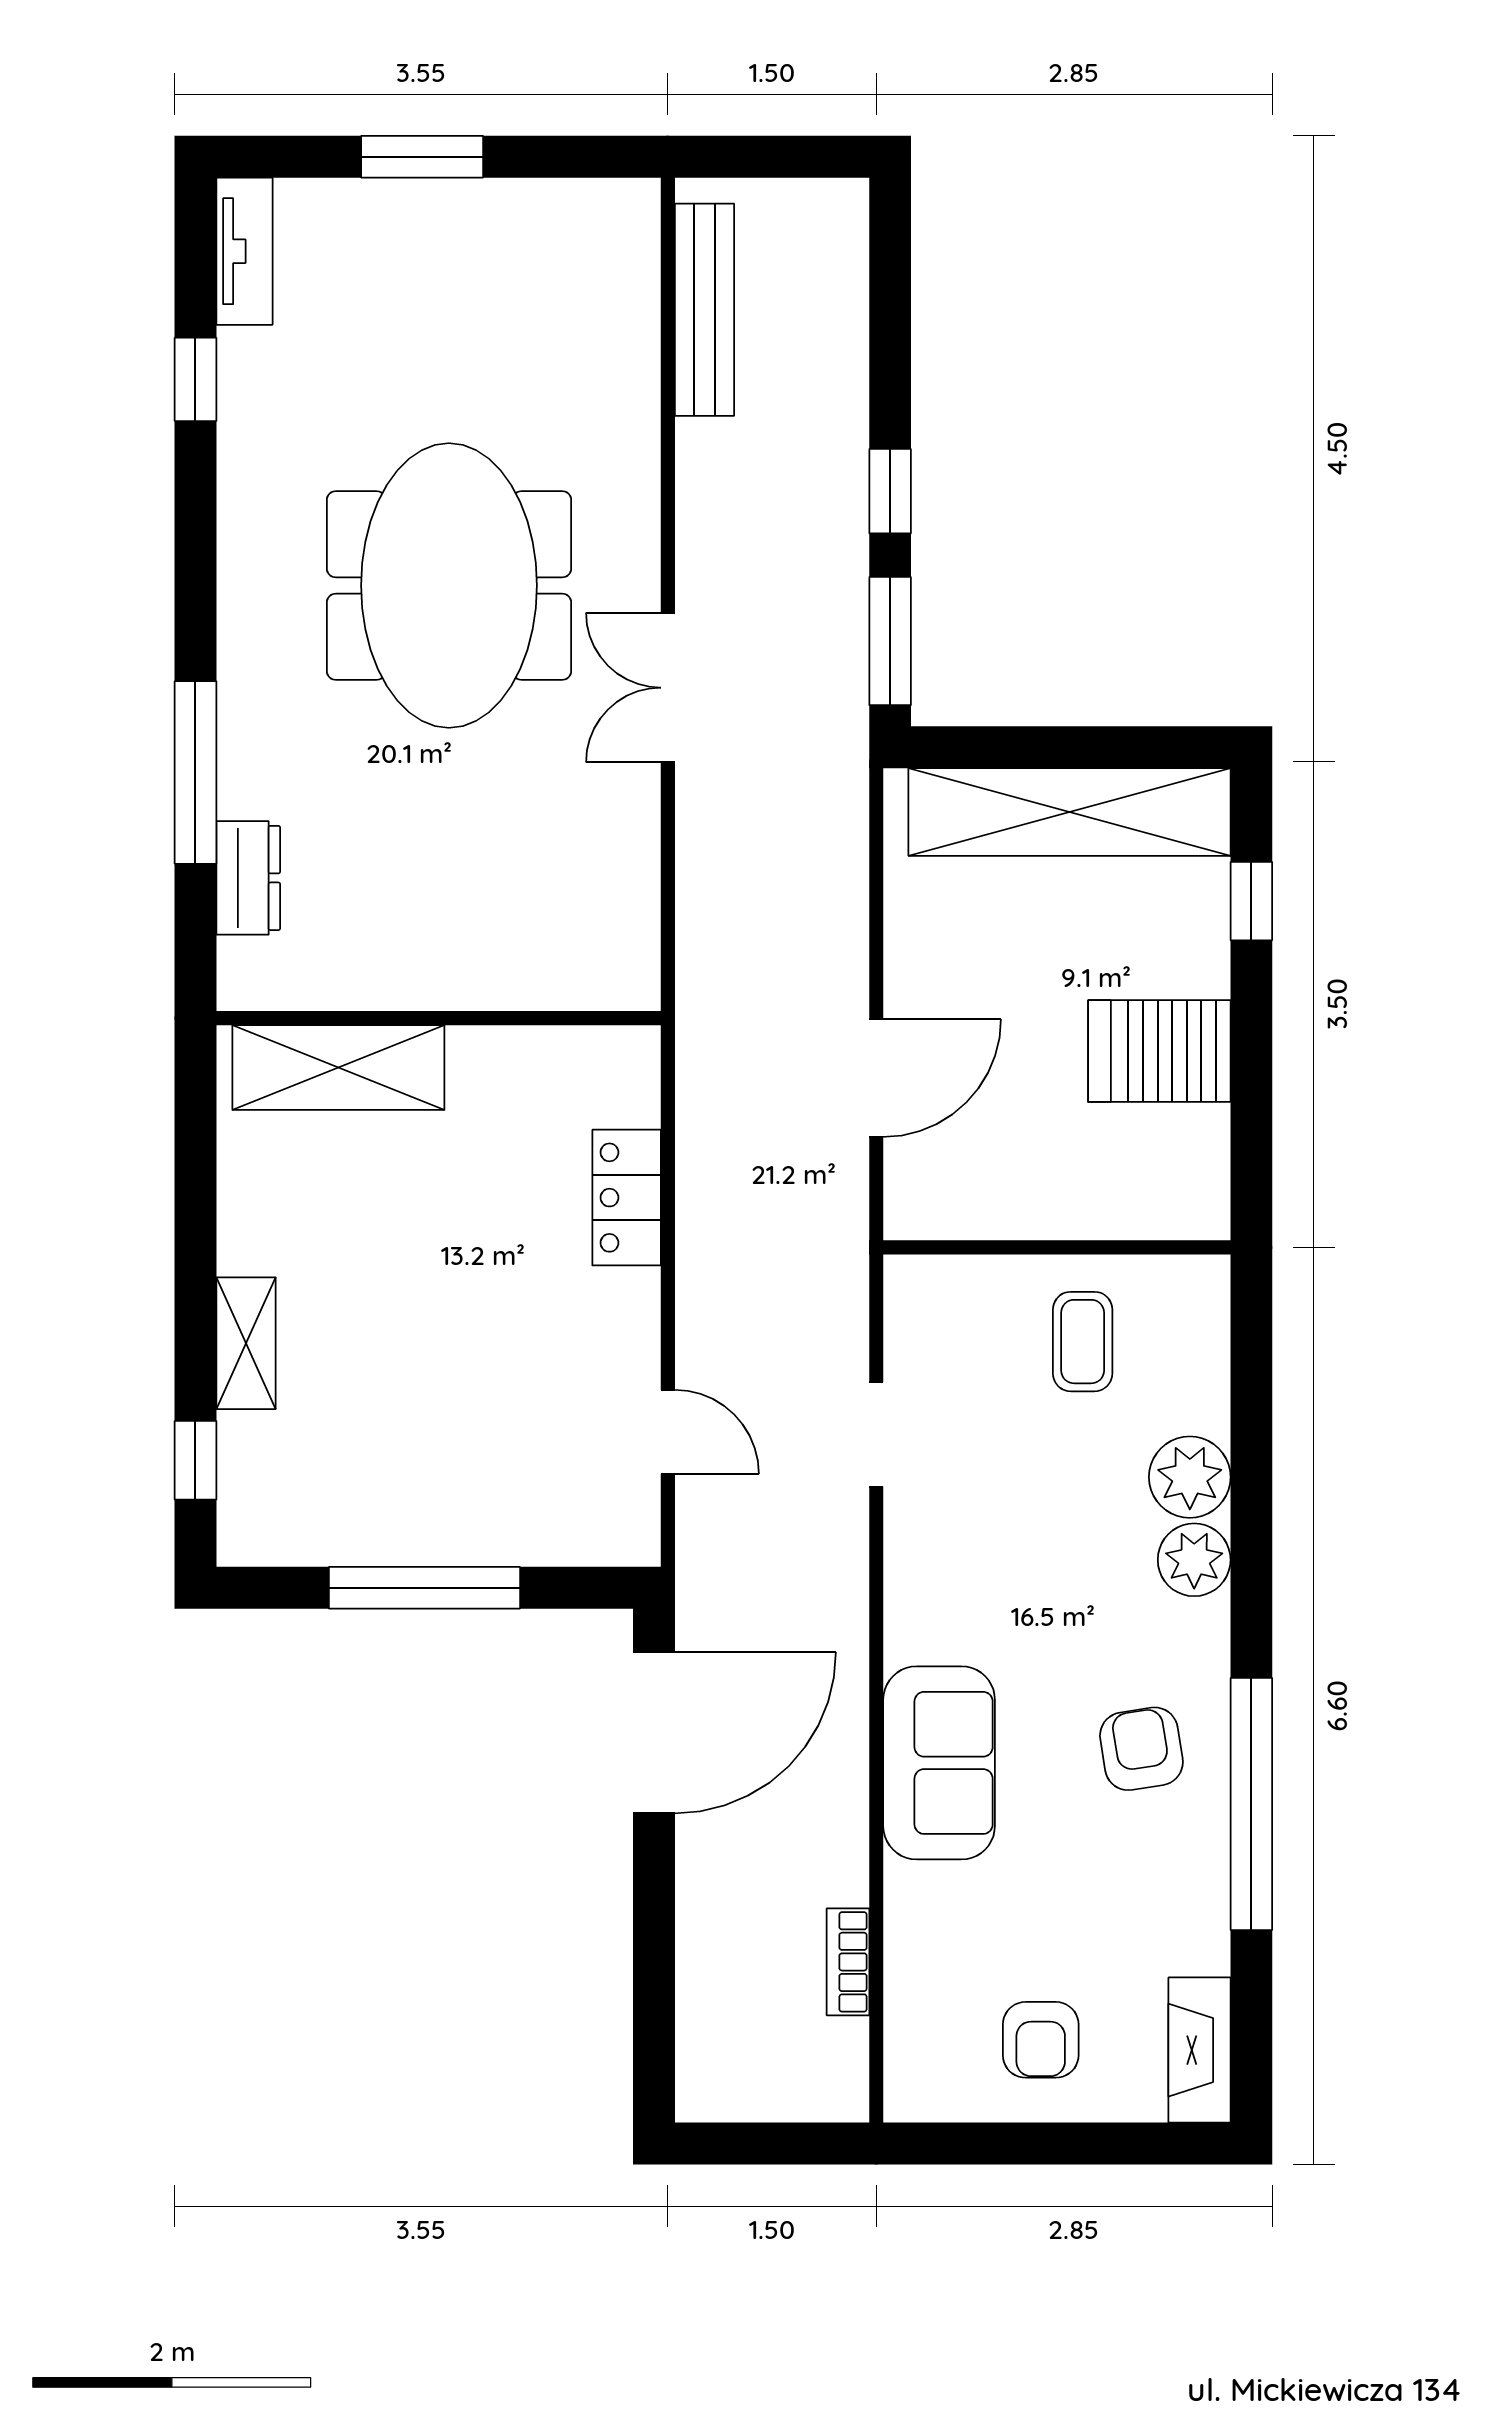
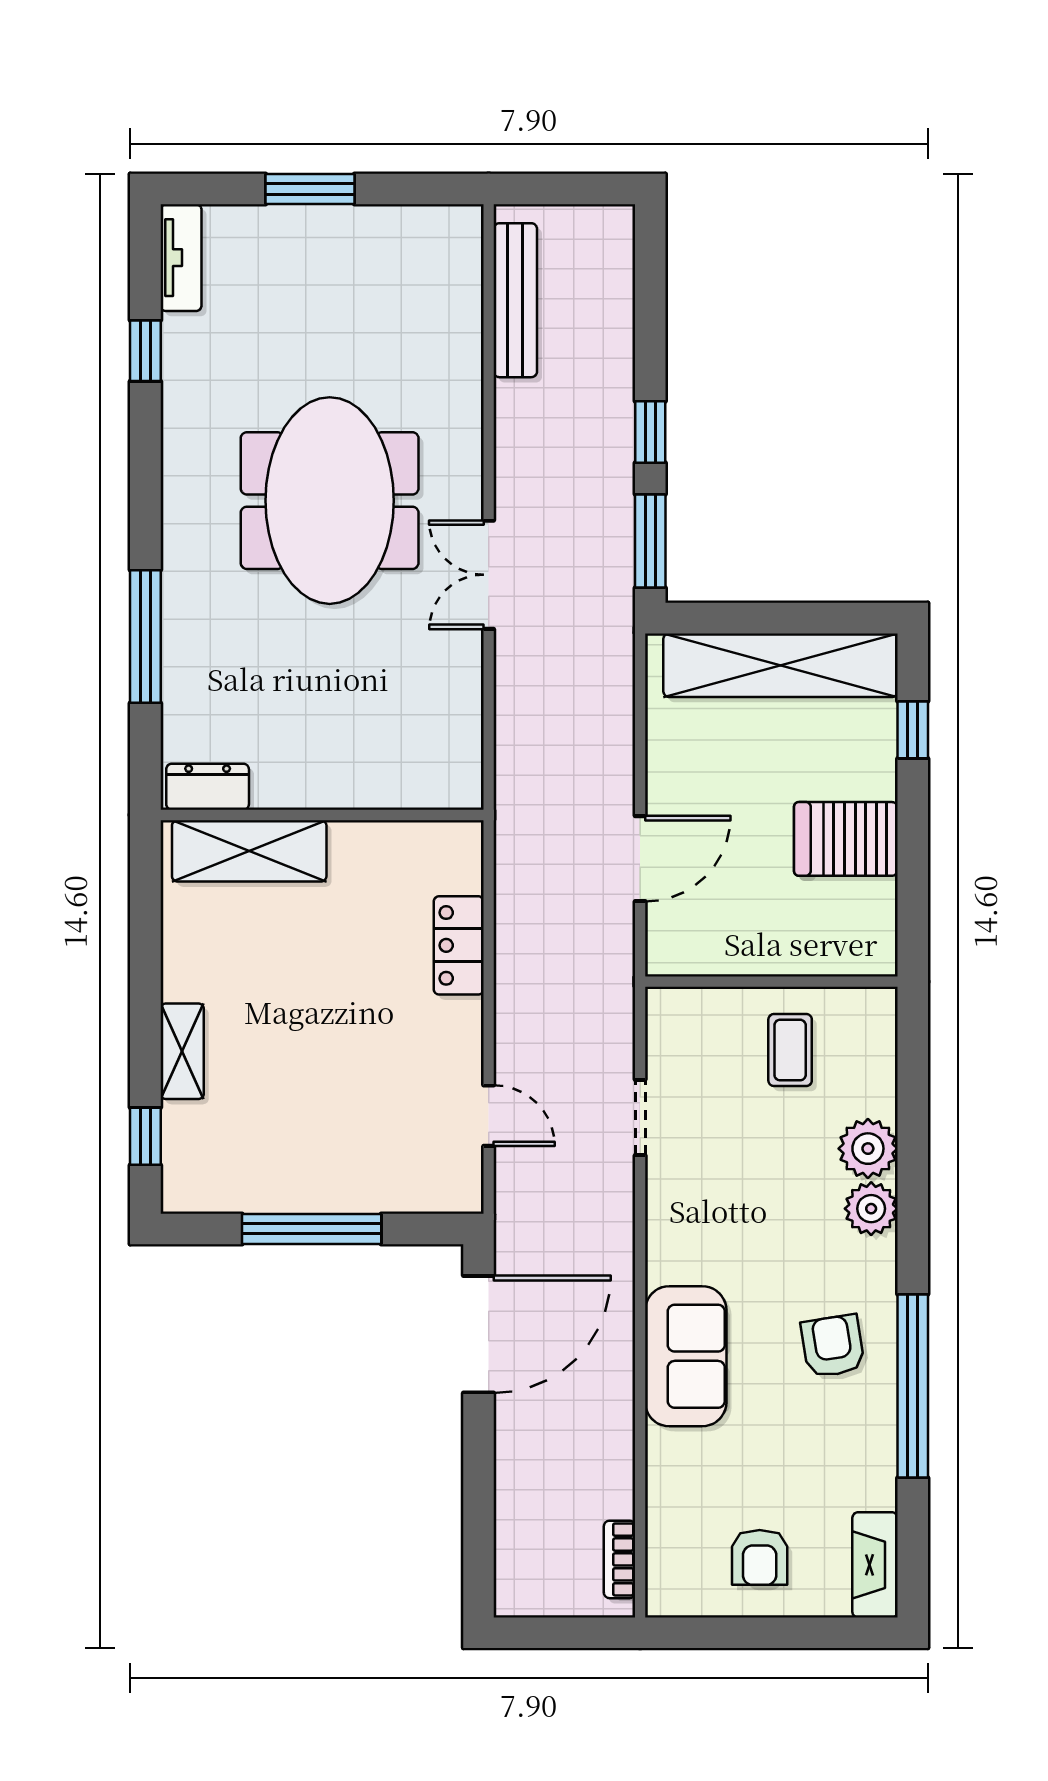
dresser: (248, 878) -> (208, 787), moved, turned -90
bookcase: (848, 1962) -> (619, 1559), moved

